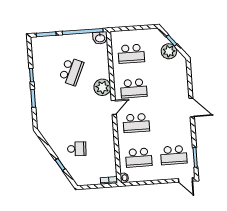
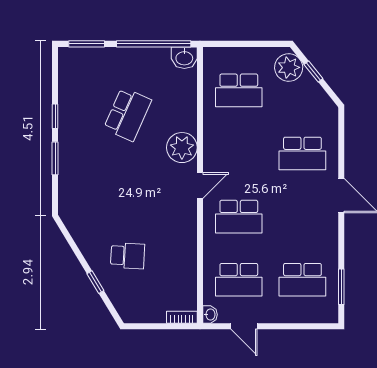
plant: (169, 51) -> (289, 68), moved
school desk: (134, 88) -> (302, 153), moved
door: (185, 180) -> (244, 326), moved

